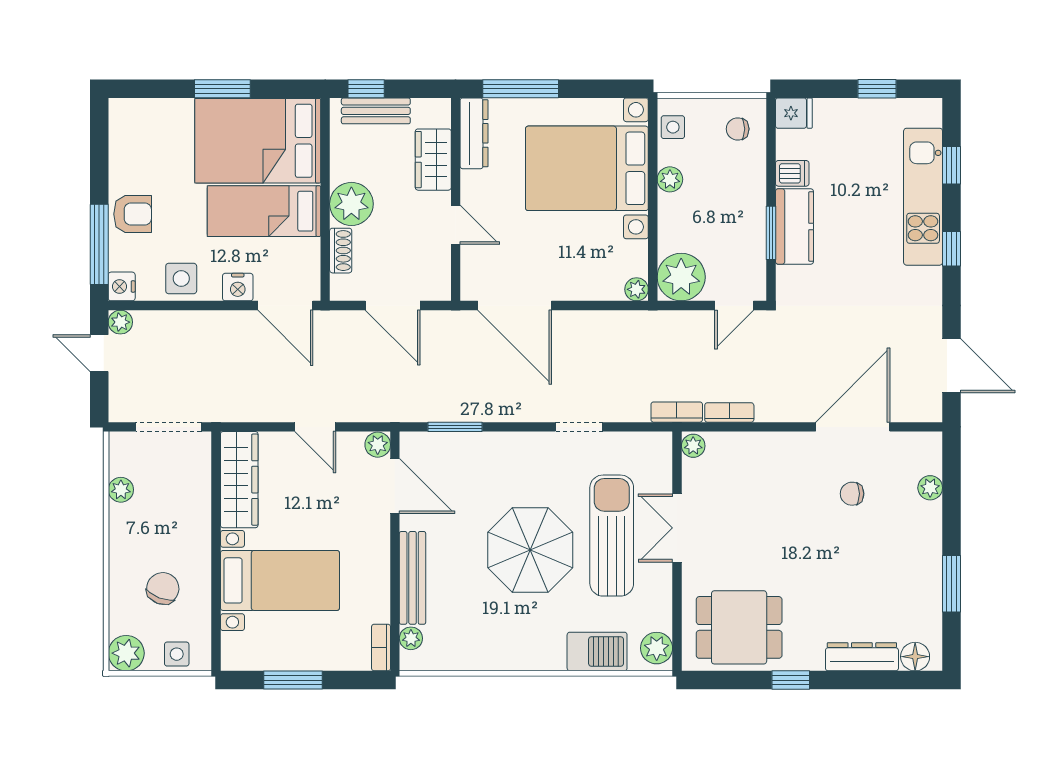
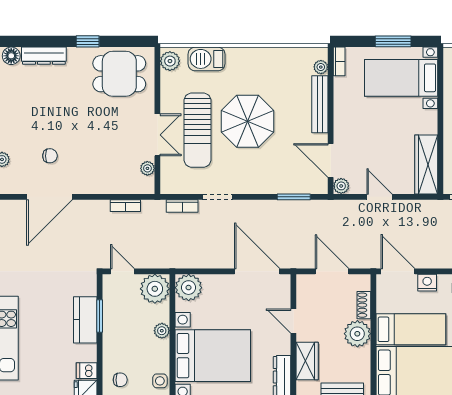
dishwasher: (792, 173) -> (87, 371), moved
plant: (670, 179) -> (162, 331), moved
plant: (637, 289) -> (189, 288), width x1.88, depth x1.88
door: (734, 306) -> (122, 271), hinge flipped
bookcase: (677, 412) -> (182, 206), moved
plant: (693, 446) -> (147, 168), moved
bed with nightstands: (280, 580) -> (401, 78), moved

